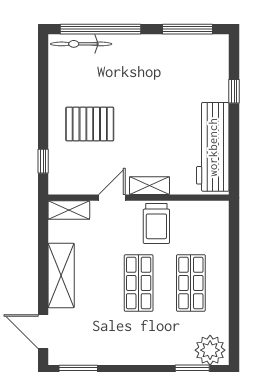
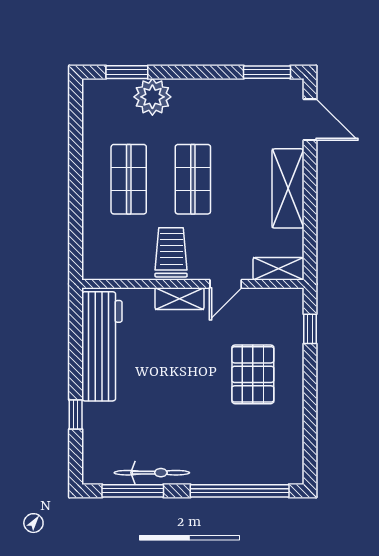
bicycle: (81, 44) -> (152, 473), moved
pallet: (90, 124) -> (253, 374), turned 90
plant: (210, 350) -> (152, 97), moved

